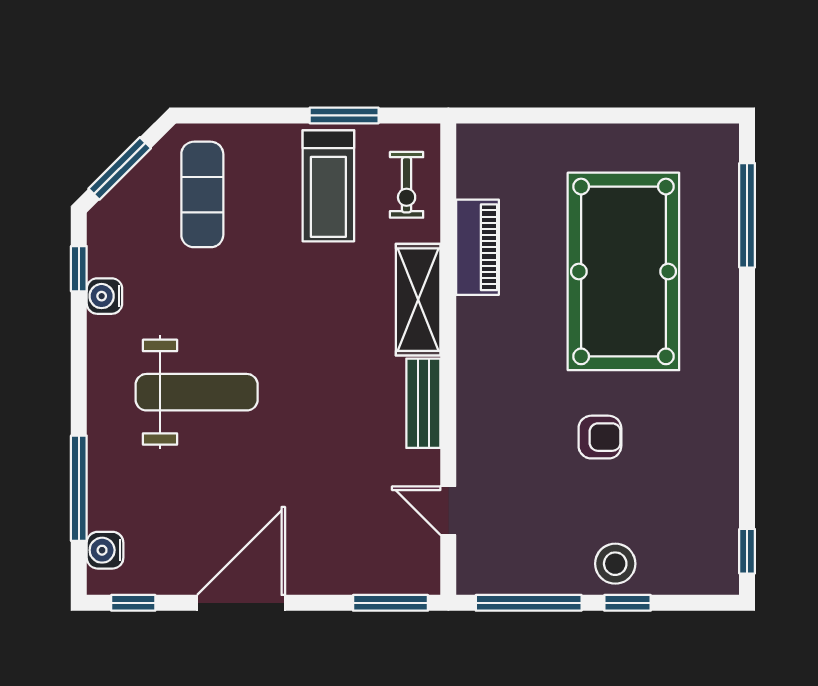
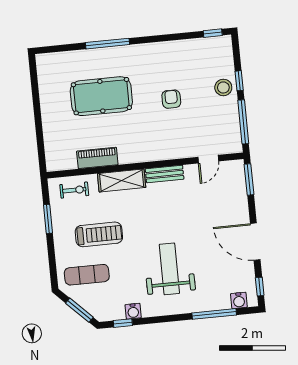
treadmill: (328, 186) -> (99, 234), moved
window: (747, 215) -> (108, 44), moved
pool table: (623, 271) -> (101, 96), width x0.73, depth x0.76

